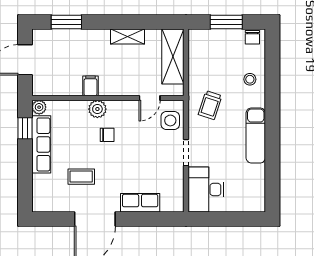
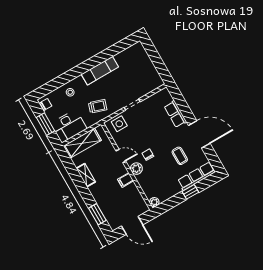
door: (150, 98) -> (121, 156), moved
window: (25, 128) -> (190, 192), moved
row of seats: (41, 144) -> (197, 176), moved
desk: (206, 190) -> (69, 126), moved

